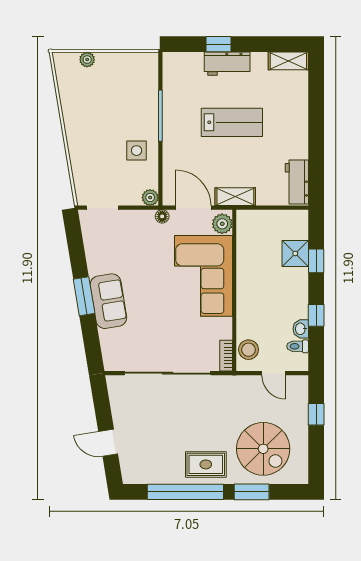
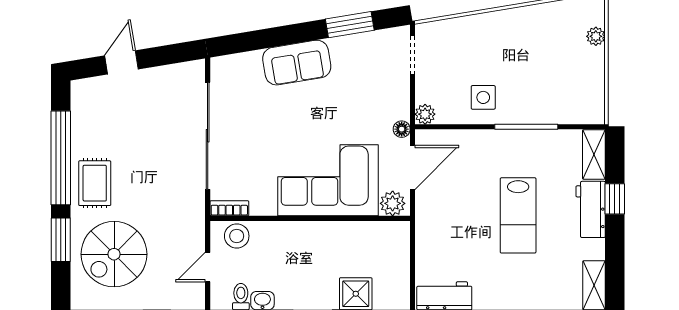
shelving: (235, 197) -> (594, 154), moved
window: (84, 296) -> (350, 25), moved

